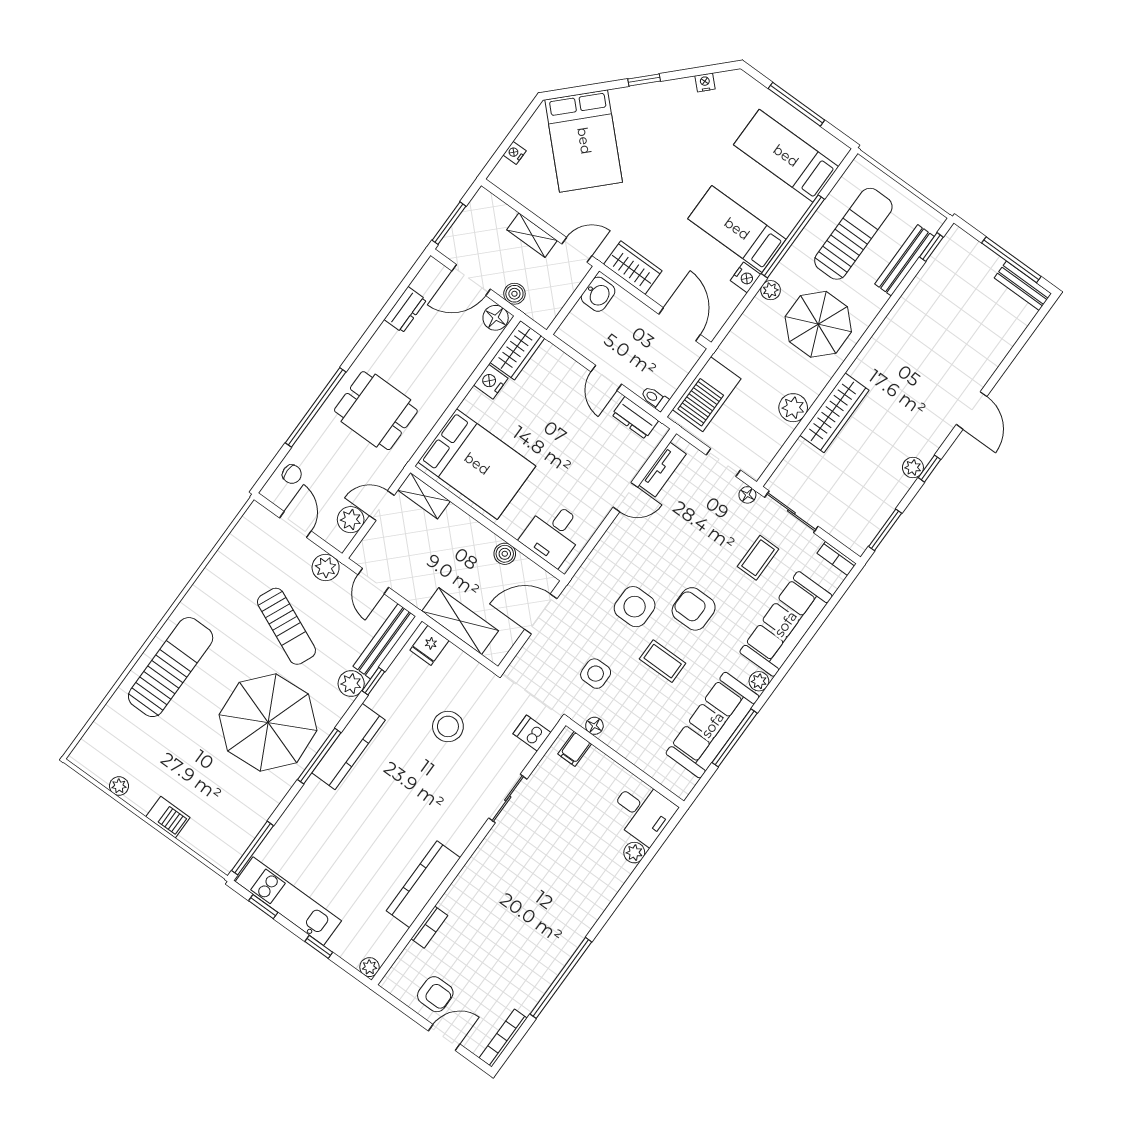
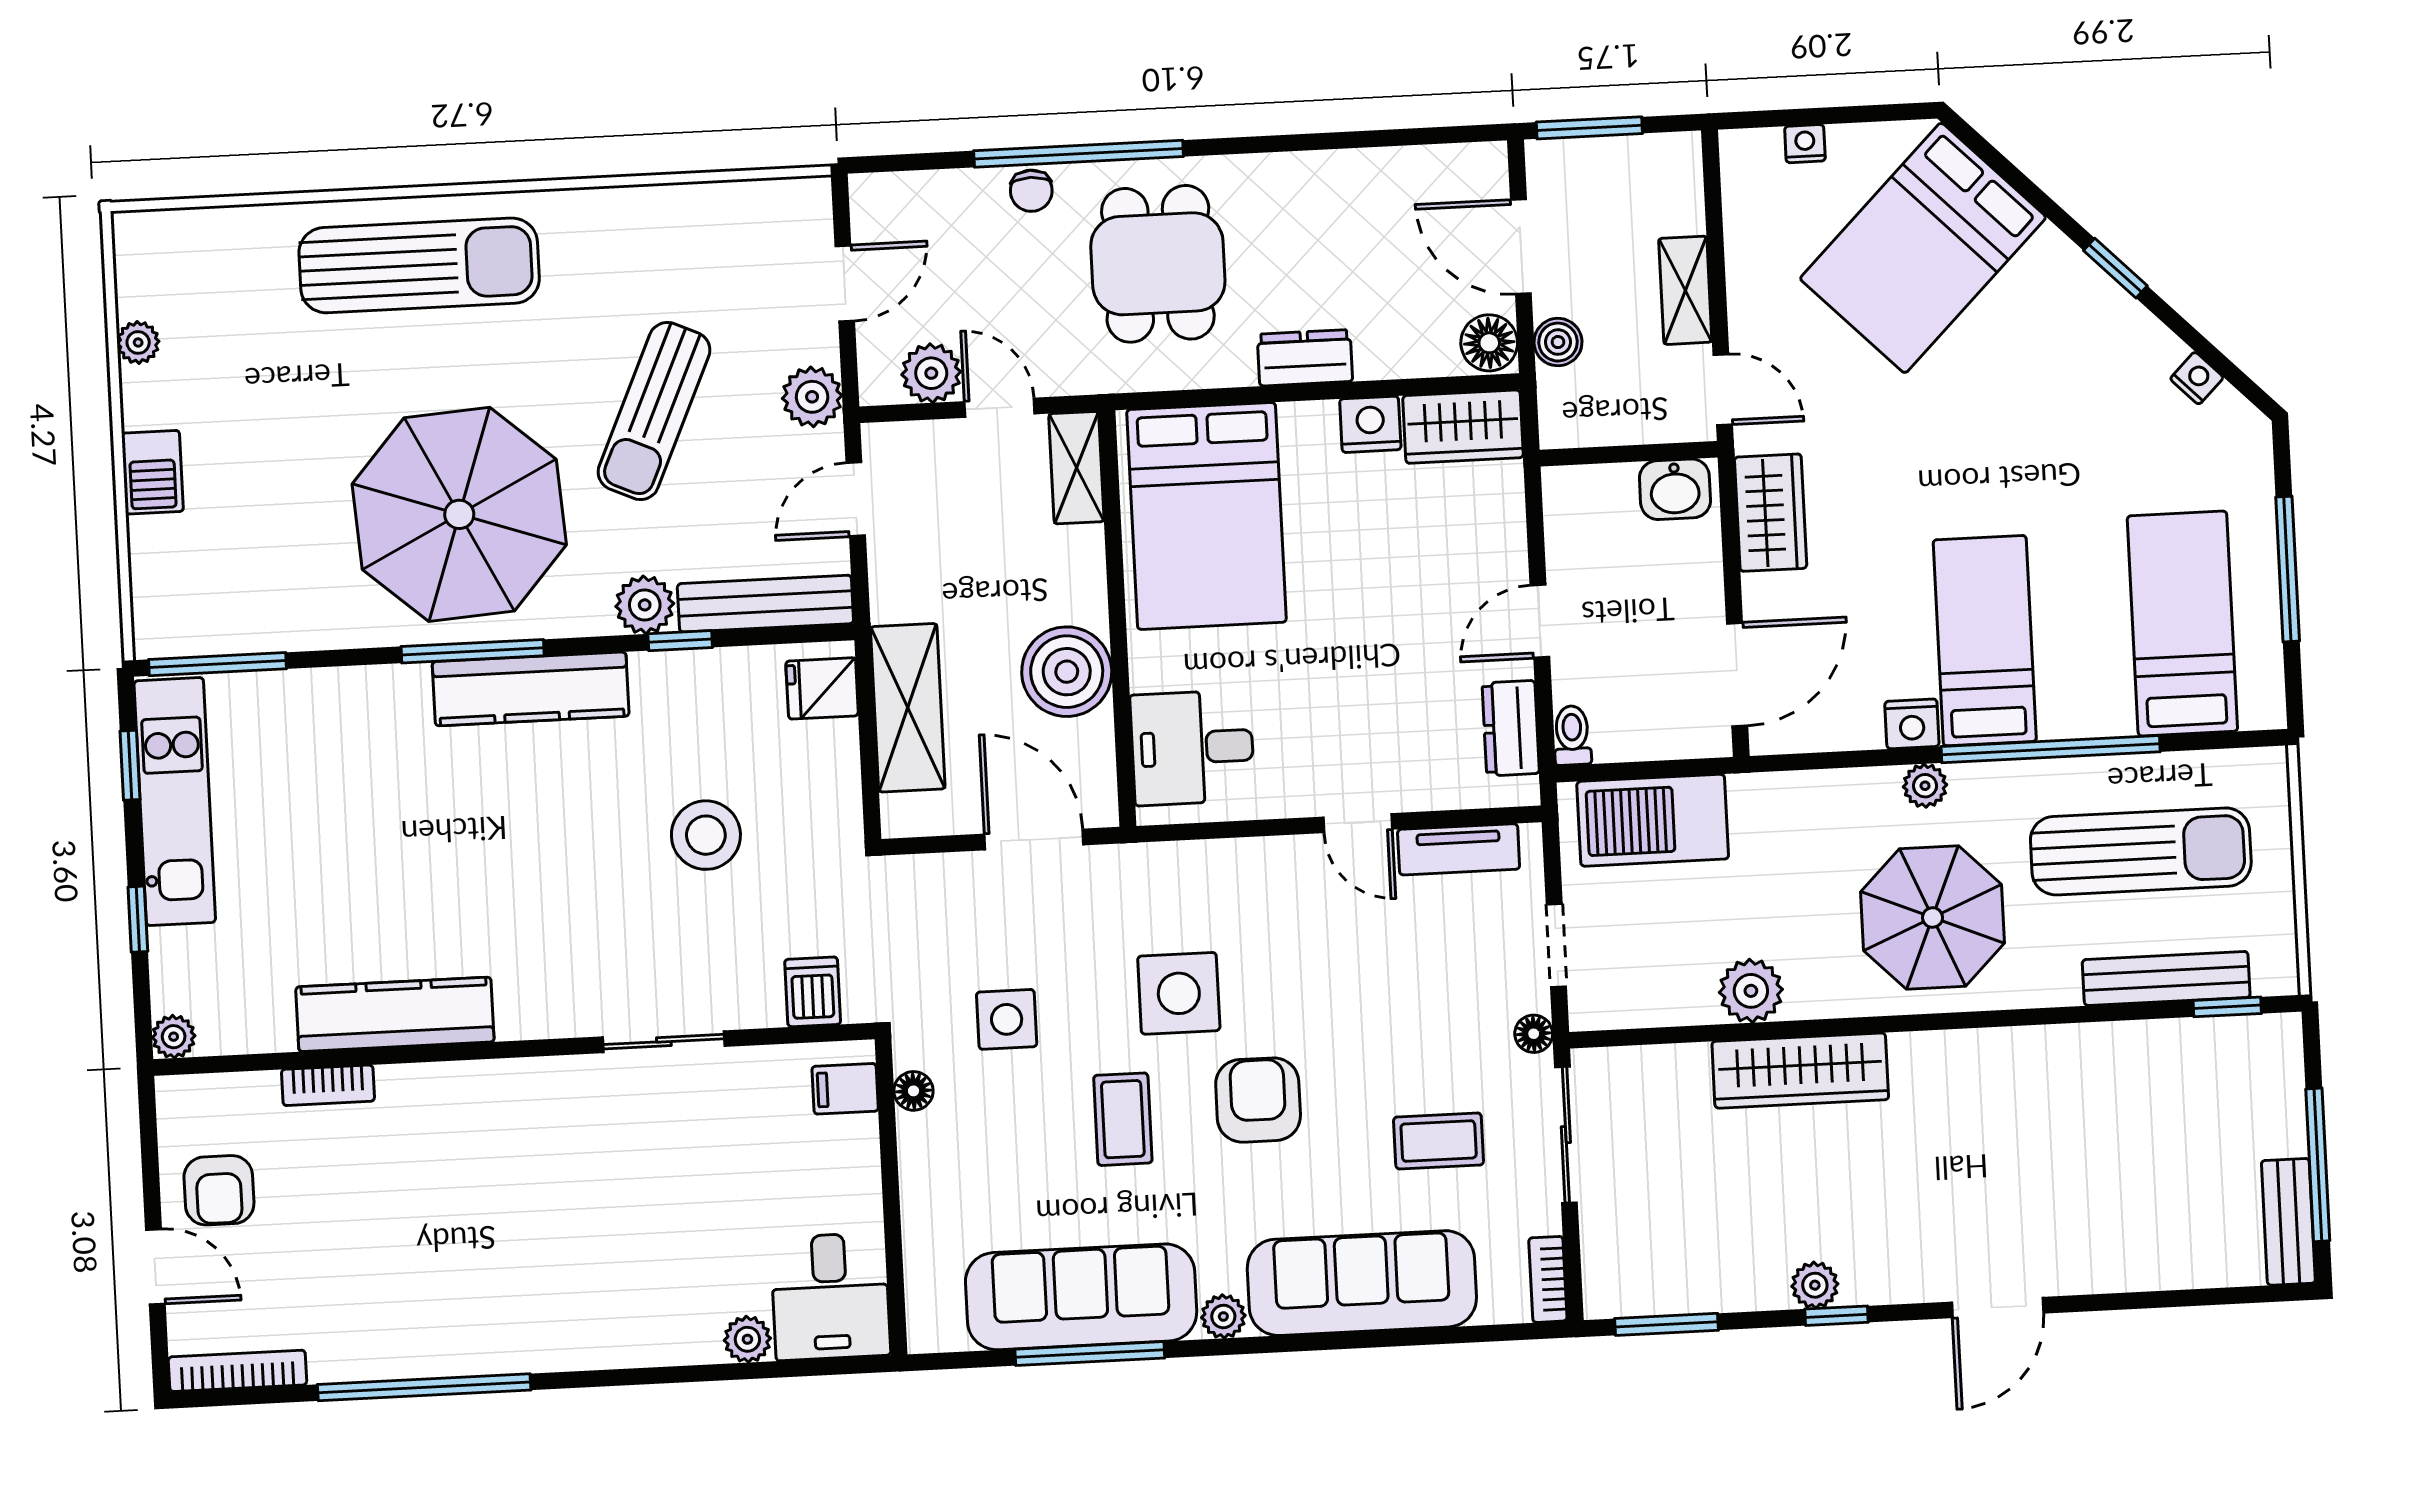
dresser: (405, 310) -> (1305, 358), moved, turned 180
chair: (292, 474) -> (1031, 191), moved
boiler: (505, 554) -> (1067, 672), width x1.86, depth x1.86

